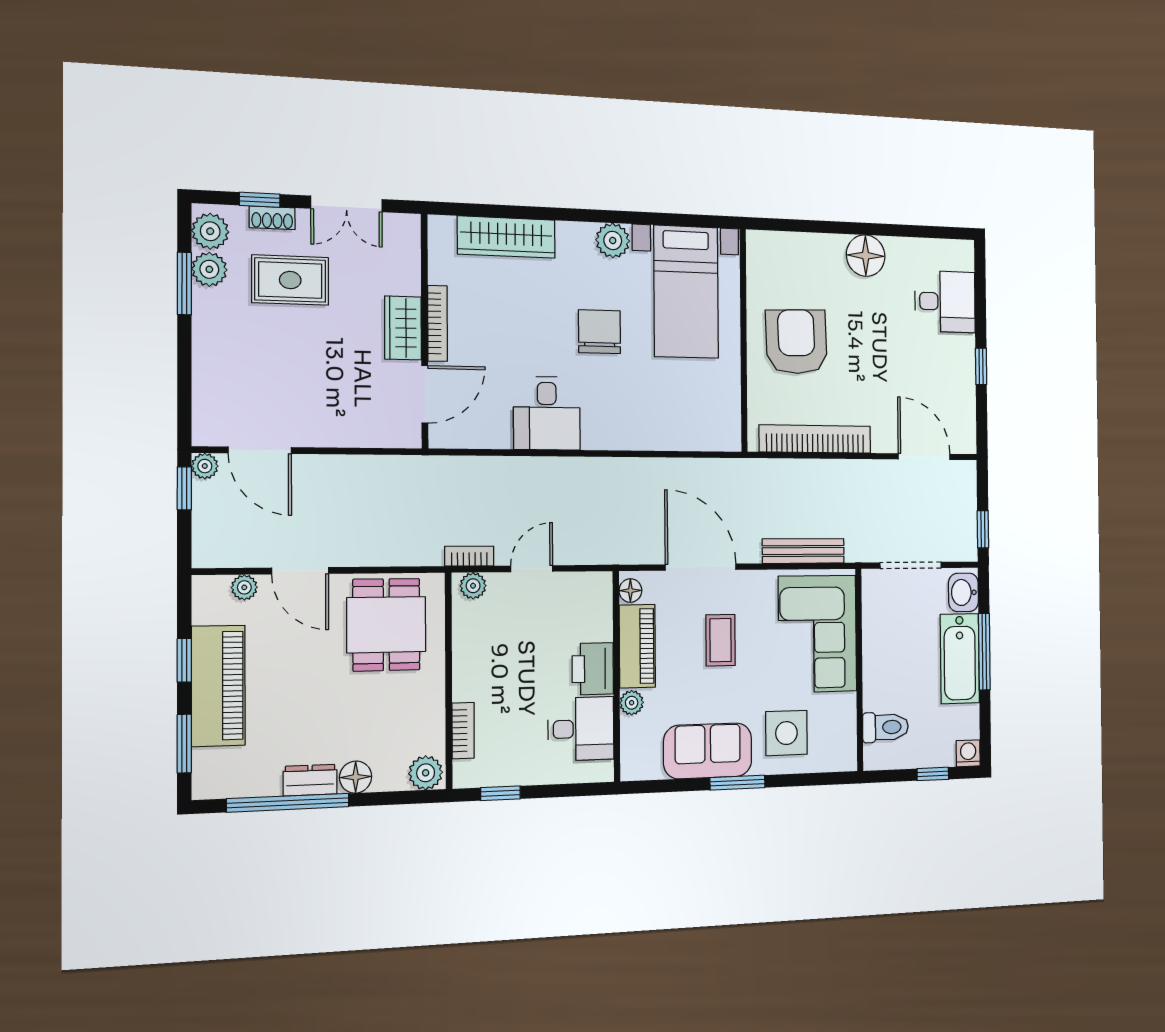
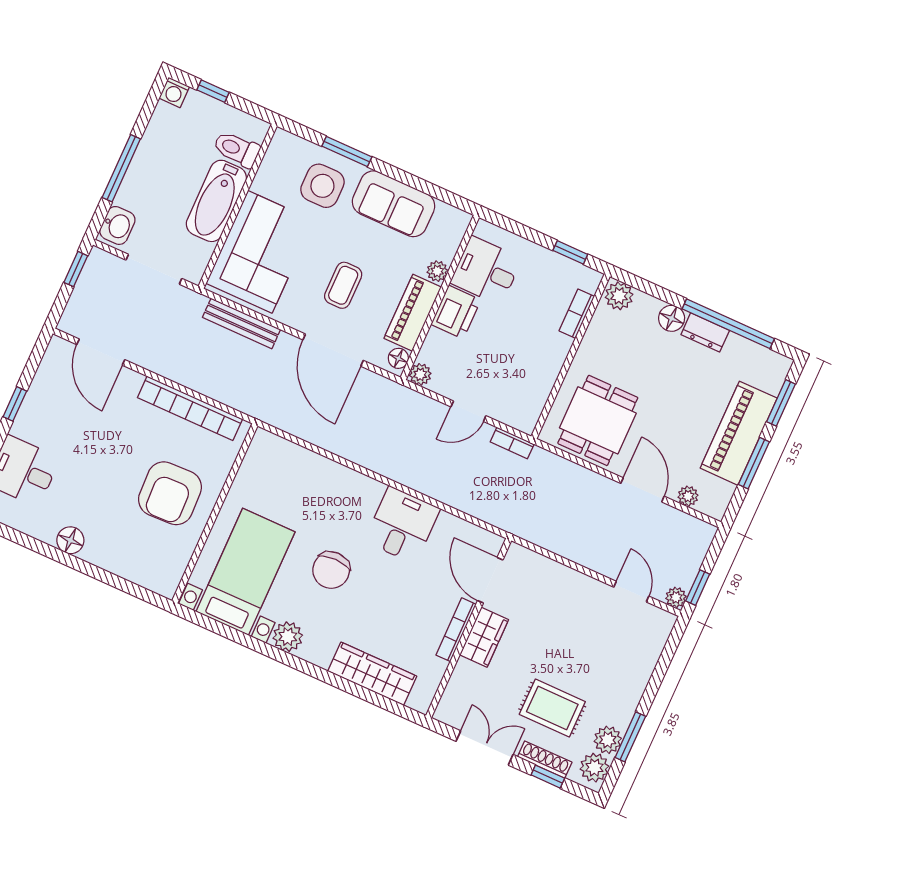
shoe rack: (272, 218) -> (545, 760), width x1.43
floor lamp: (866, 256) -> (70, 540), width x0.73, depth x0.73
door: (425, 394) -> (490, 580), hinge flipped
door: (260, 450) -> (631, 592), width x0.73
plant: (473, 586) -> (420, 374), moved
bathtub: (960, 659) -> (216, 201), moved, turned 180
window: (184, 660) -> (754, 463), width x1.50
window: (737, 783) -> (347, 152), moved

